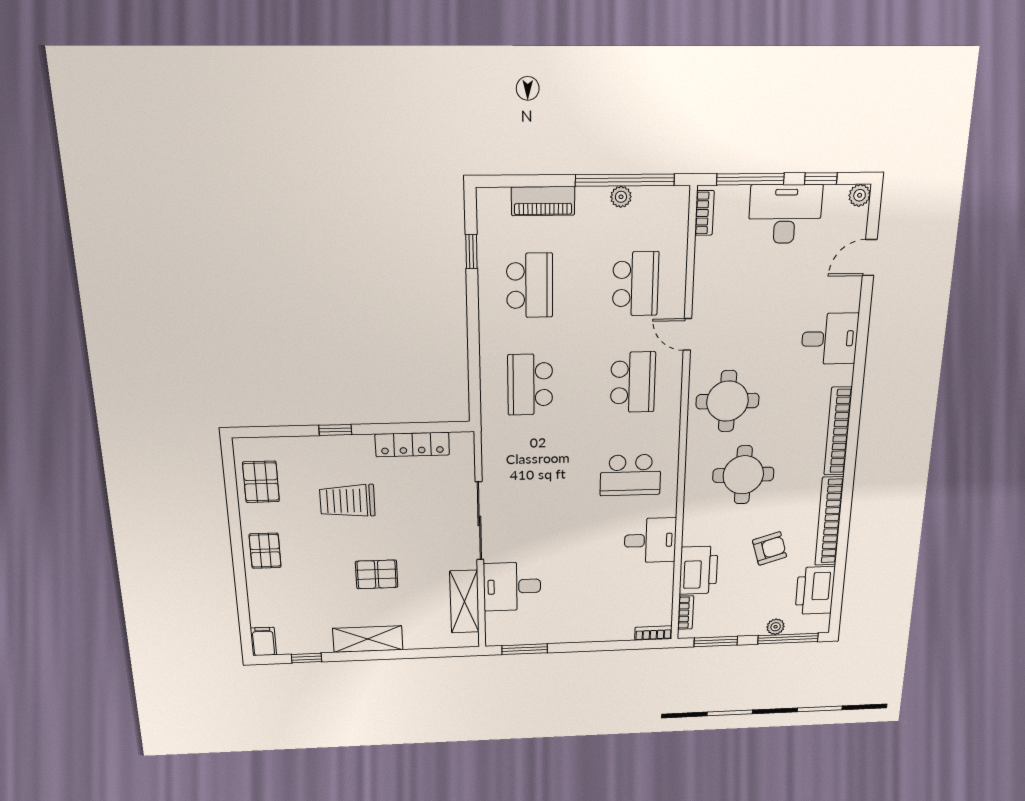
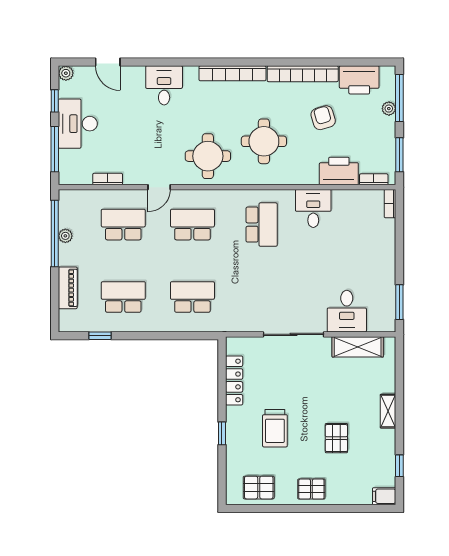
bookcase: (704, 213) -> (108, 179), moved
school desk: (530, 385) -> (192, 297), turned 180
pallet: (377, 574) -> (336, 438), moved
shelving: (368, 639) -> (388, 411), width x0.67, depth x0.75

